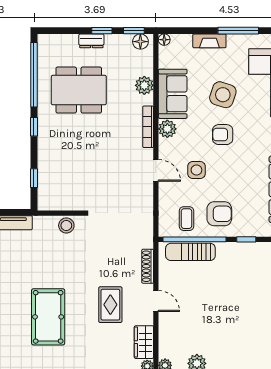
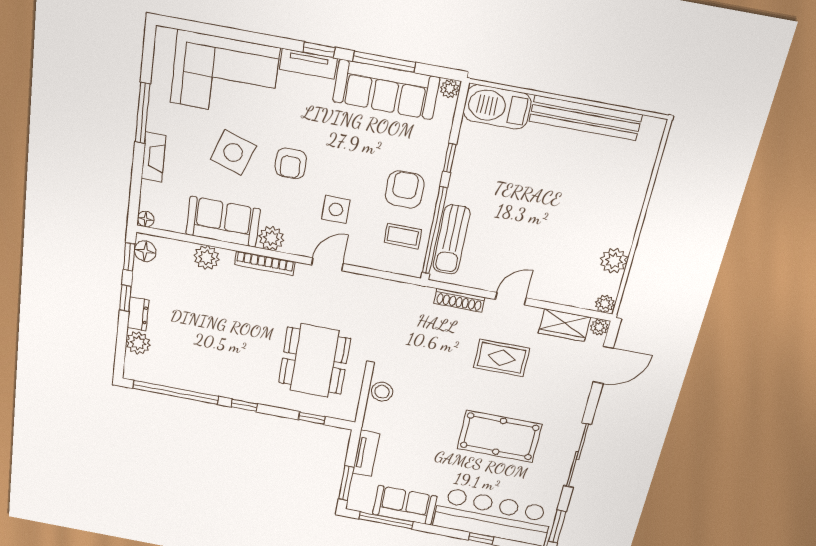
plant: (68, 43) -> (138, 343), added
dining table: (79, 90) -> (314, 361), moved

